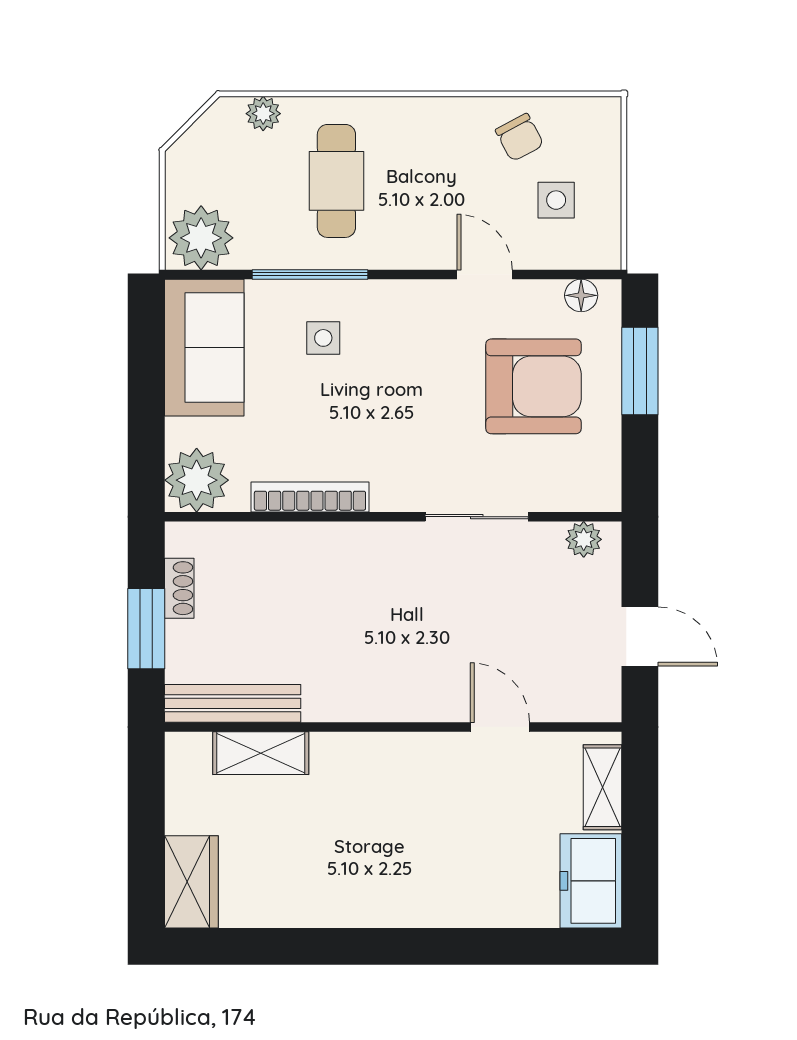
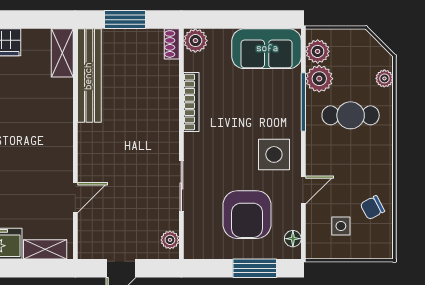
plant: (201, 238) -> (318, 51), width x0.73, depth x0.73
plant: (264, 243) -> (319, 79), added
side table: (323, 338) -> (274, 154), moved, width x1.87, depth x1.87
plant: (197, 480) -> (195, 41), width x0.73, depth x0.73
shoe rack: (179, 588) -> (172, 44), moved, turned 90
bench: (233, 703) -> (89, 76), width x1.37, depth x1.21
shelving: (261, 753) -> (62, 53), moved

